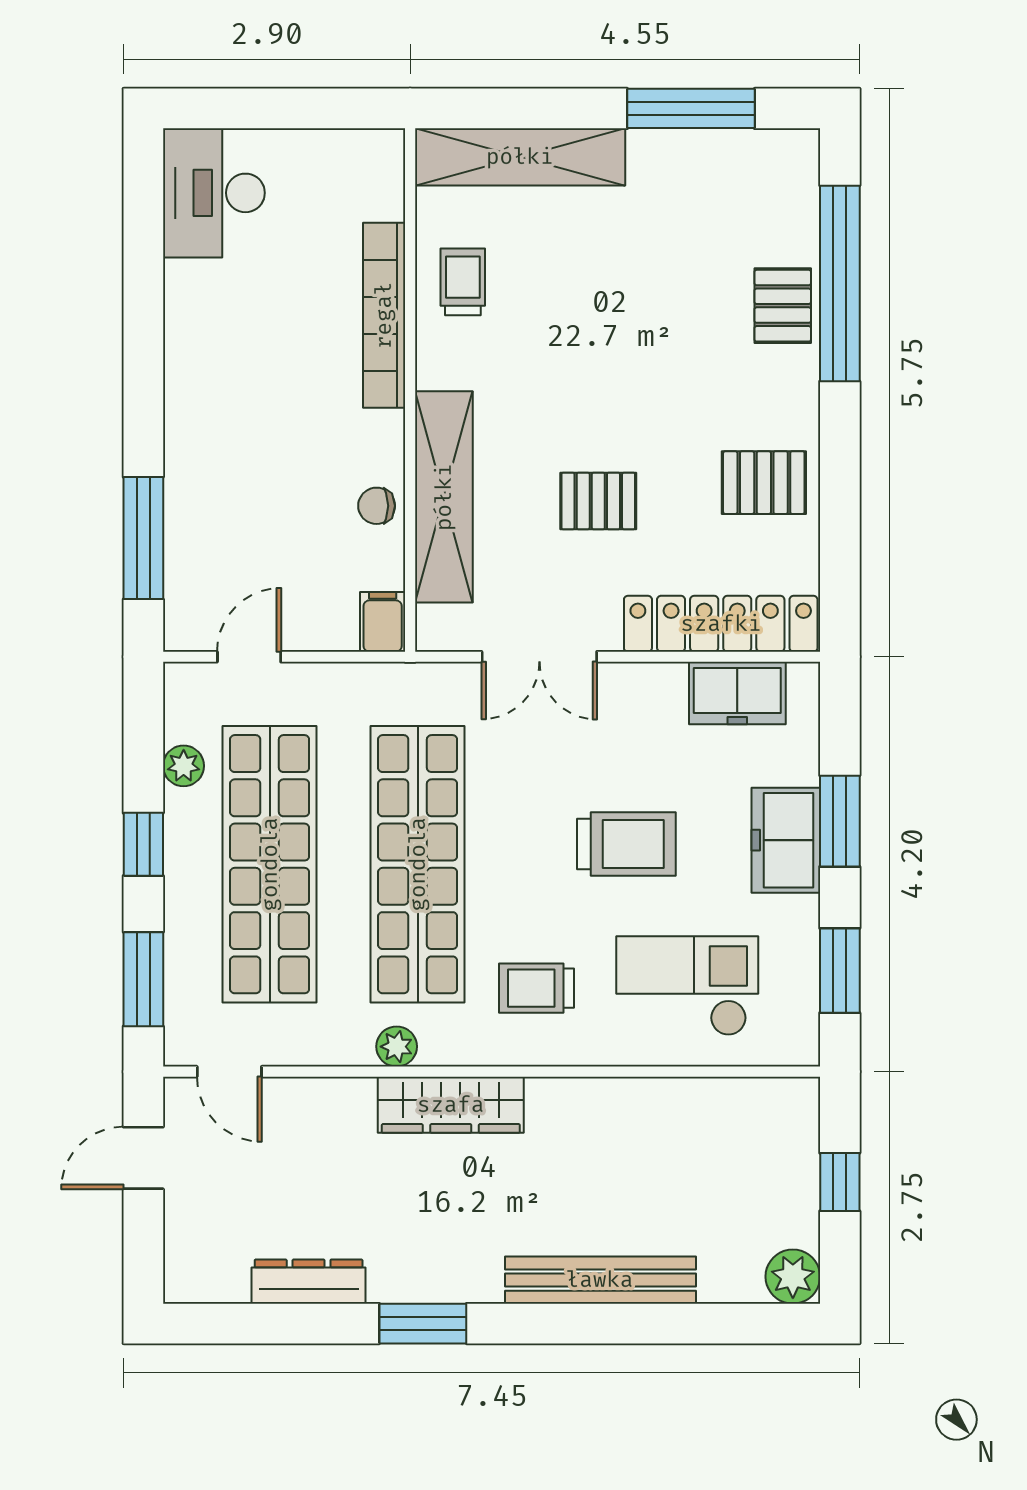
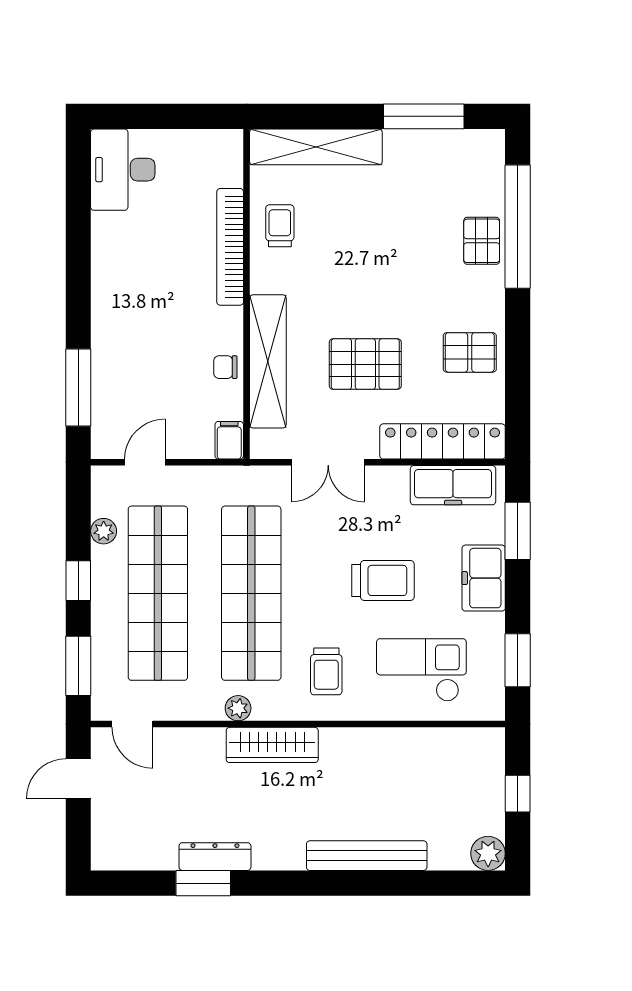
pallet: (598, 501) -> (365, 364), width x1.50, depth x1.42
freezer: (737, 693) -> (453, 485), width x1.40
window: (840, 821) -> (518, 531), moved
trolley: (537, 988) -> (326, 671), turned -90
dresser: (309, 1282) -> (215, 857), moved
window: (423, 1324) -> (203, 883), moved

